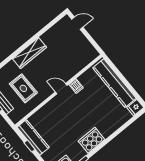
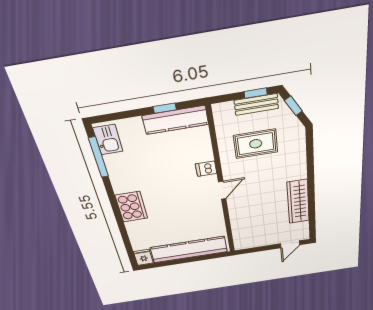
wardrobe: (29, 53) -> (298, 202), moved
dishwasher: (76, 86) -> (206, 169), moved
cooker: (91, 140) -> (131, 207), moved

